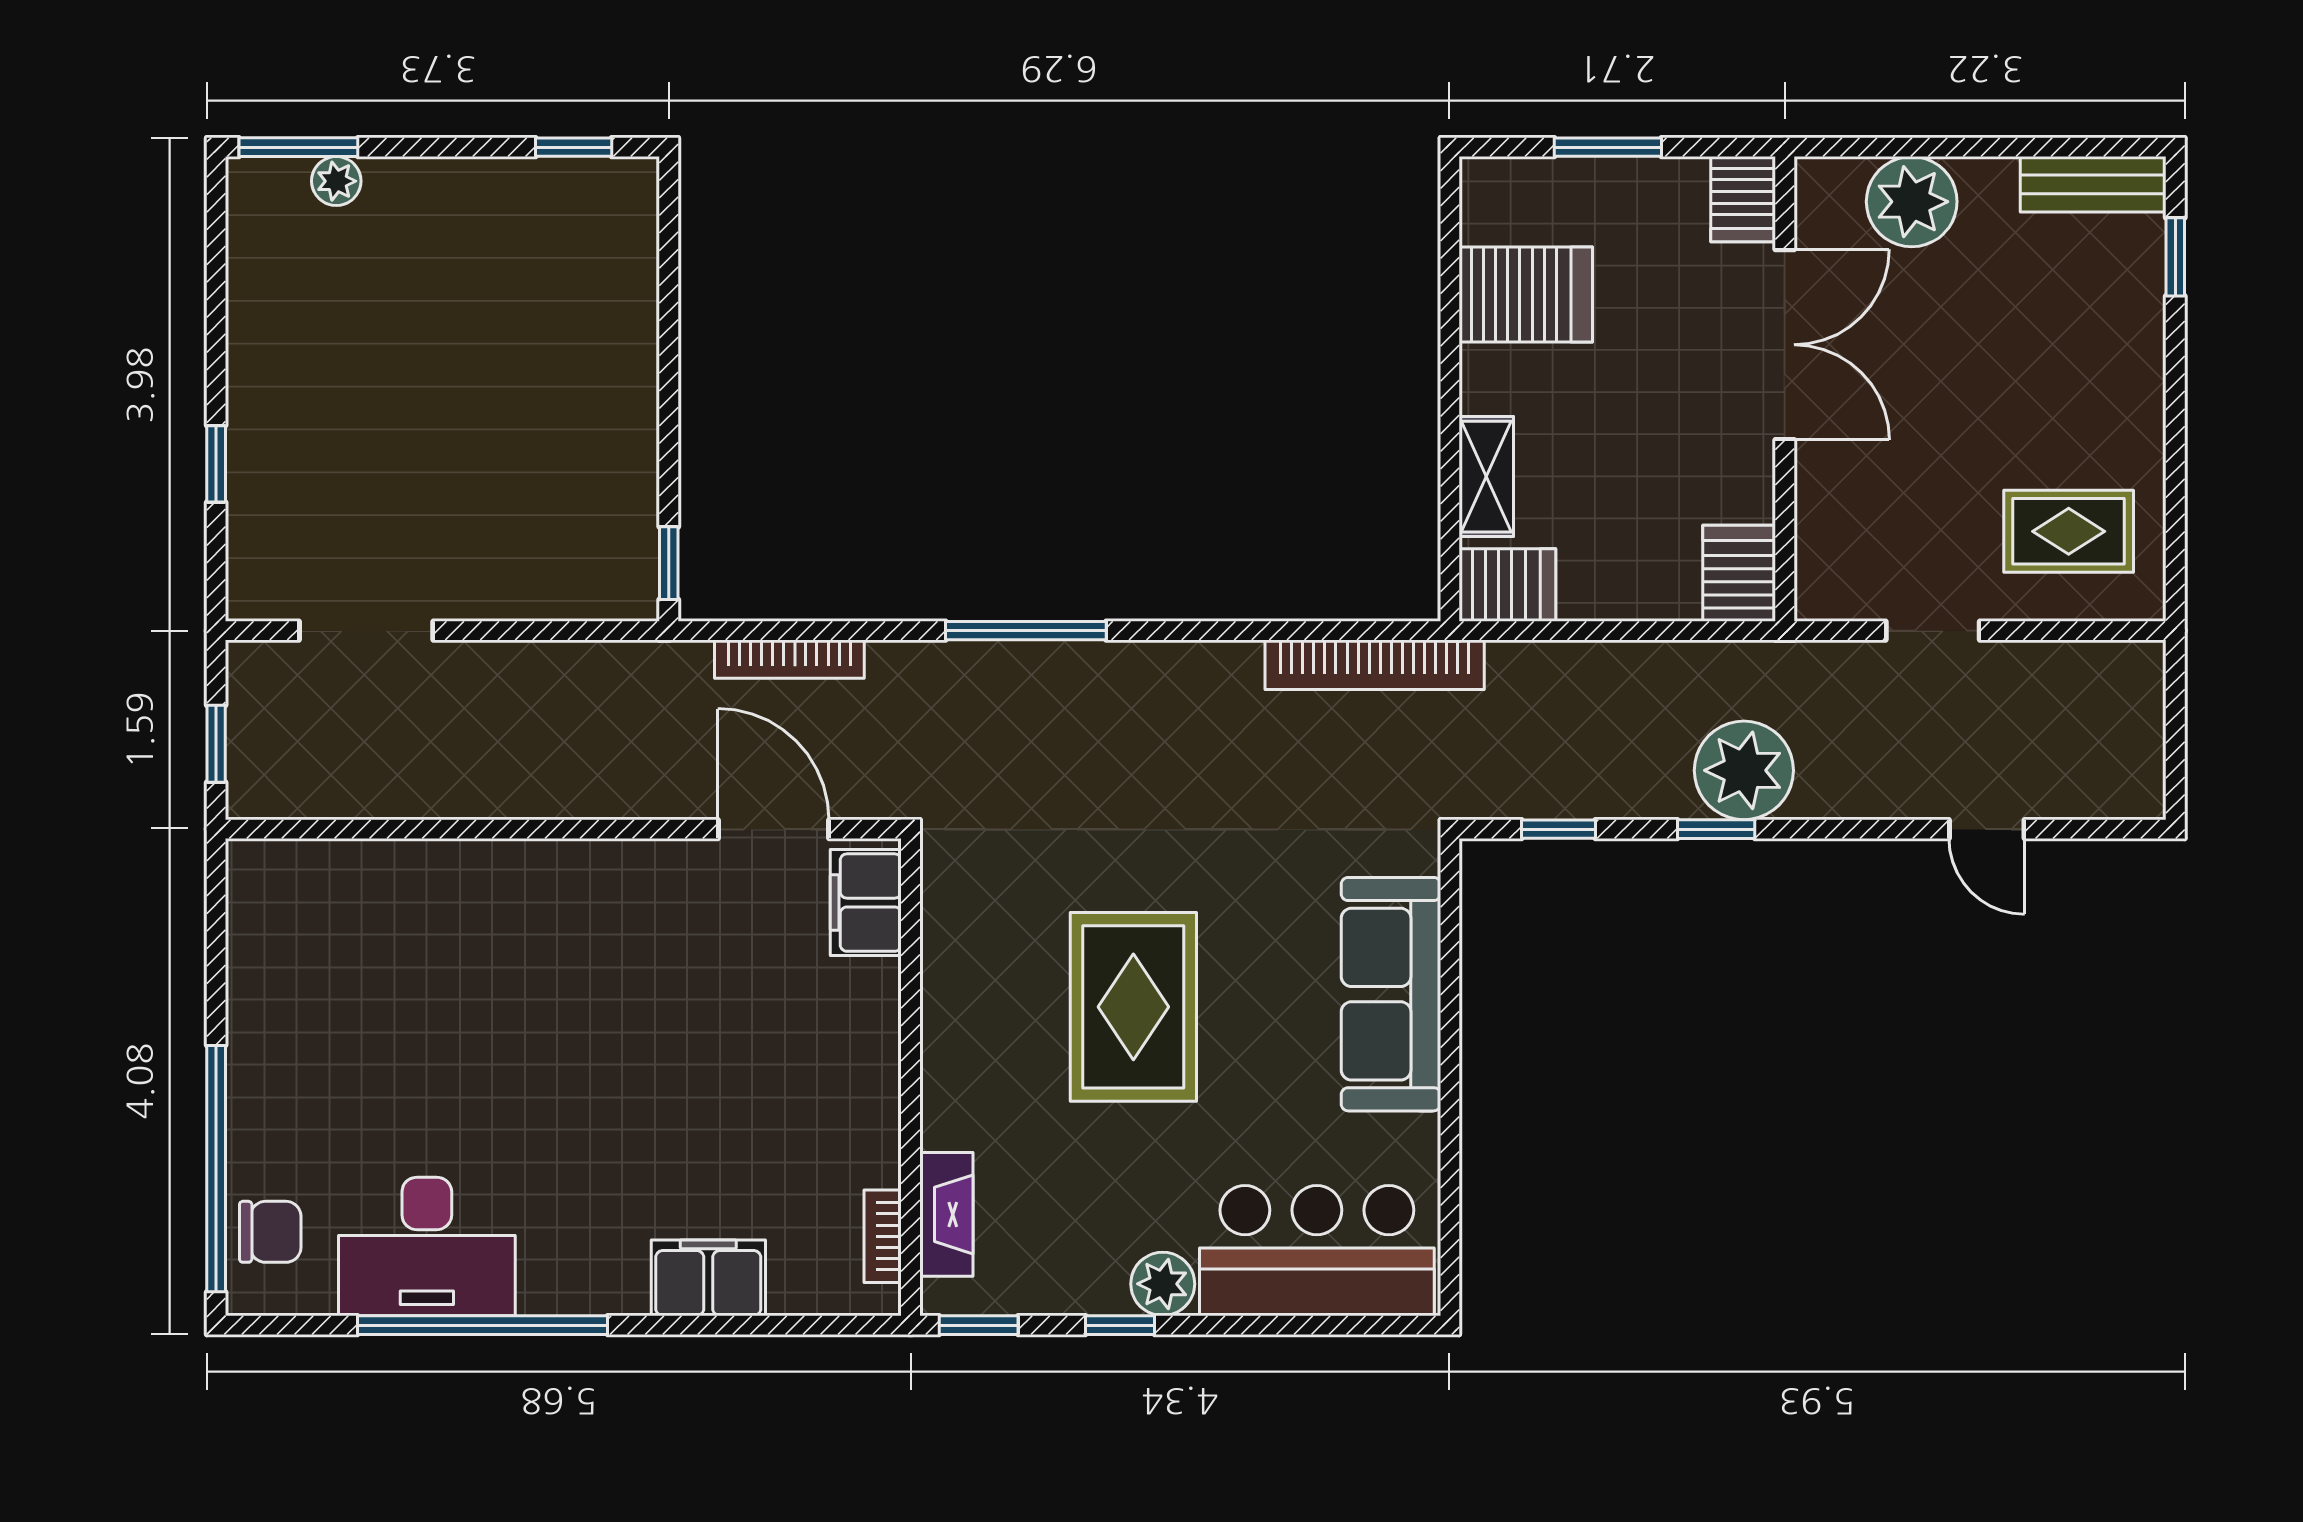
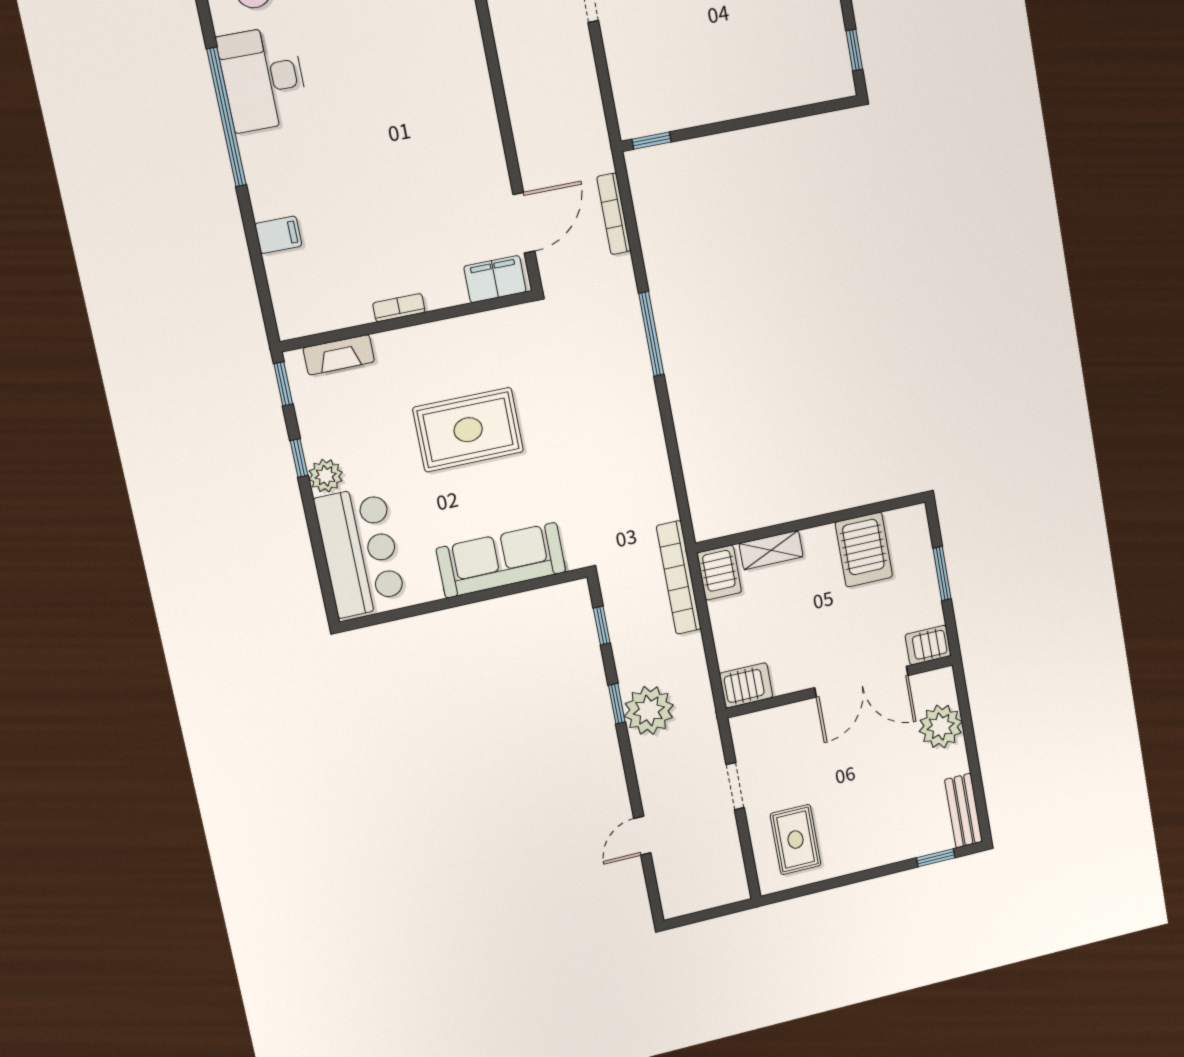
bookcase: (1375, 665) -> (679, 578), moved
bookcase: (883, 1236) -> (399, 308), moved
filing cabinet: (708, 1278) -> (278, 235), width x0.50

